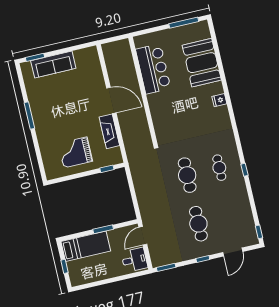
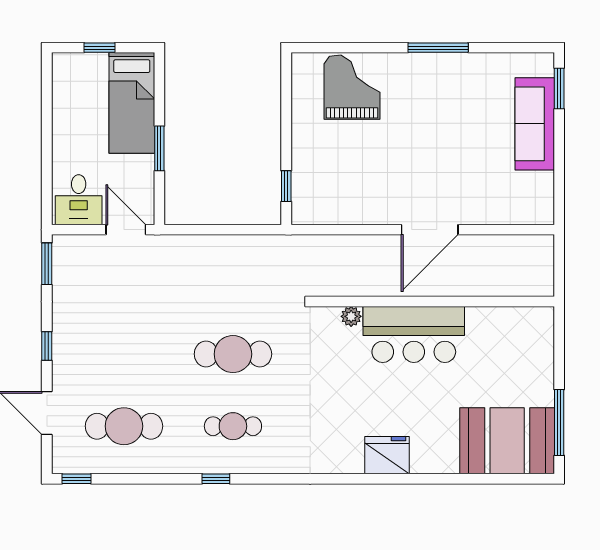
booth: (202, 63) -> (507, 441), moved
bar counter: (153, 69) -> (414, 334), moved
fridge: (219, 100) -> (387, 455), width x1.88, depth x1.34
plant: (158, 126) -> (351, 316), added
fireplace: (109, 131) -> (365, 210), removed
grand piano: (75, 152) -> (352, 87), moved
cafe table: (198, 224) -> (124, 426), moved

